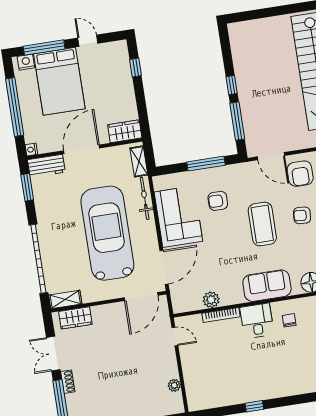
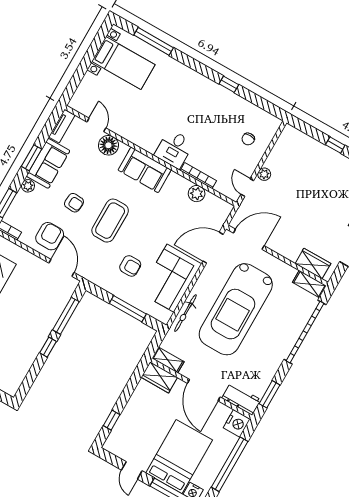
door: (82, 149) -> (204, 390), hinge flipped
nightstand: (31, 150) -> (237, 423), width x1.89, depth x1.79
shelving: (139, 161) -> (168, 360), moved, turned 90
window: (206, 164) -> (128, 309), moved
chair: (289, 320) -> (248, 139), moved
plant: (174, 385) -> (264, 174), moved

